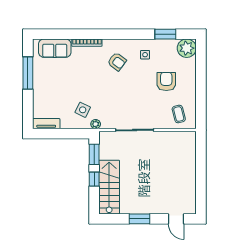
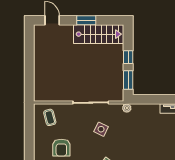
side table: (83, 110) -> (101, 129), moved
stairs: (109, 187) -> (99, 34), moved, turned -90

